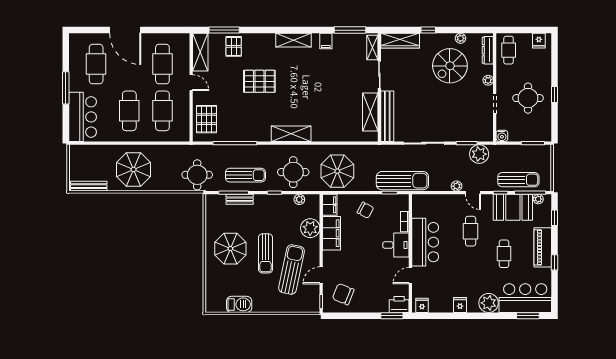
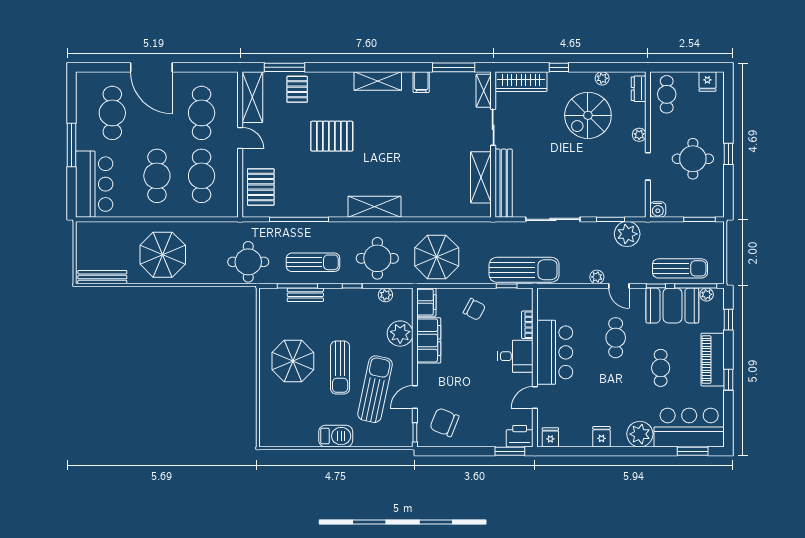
dresser: (488, 50) -> (639, 89), width x0.70
barbecue: (239, 304) -> (336, 436), moved

